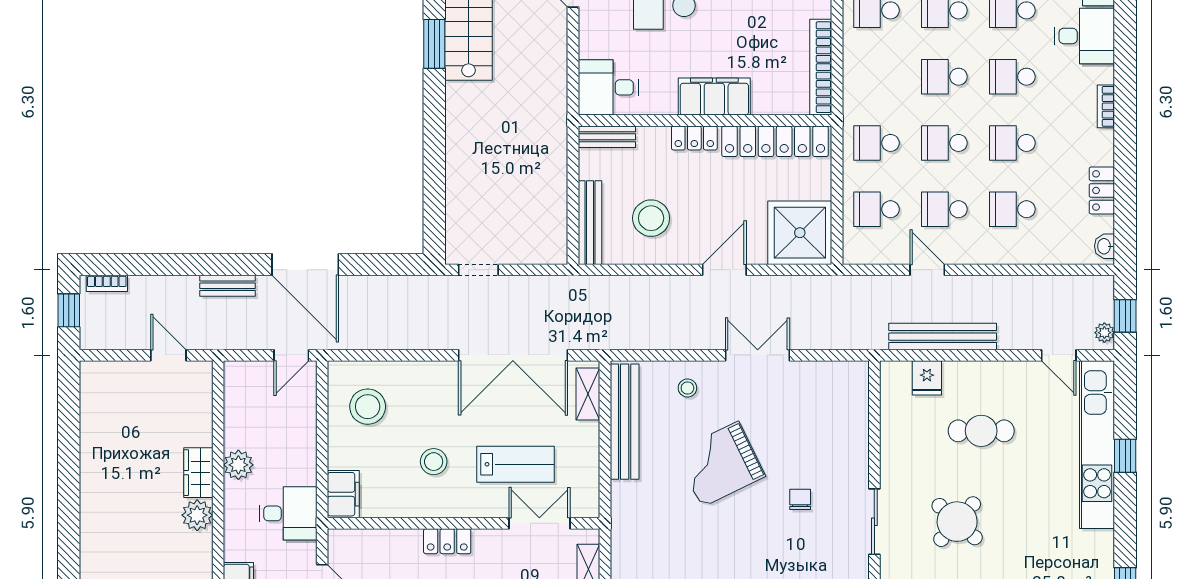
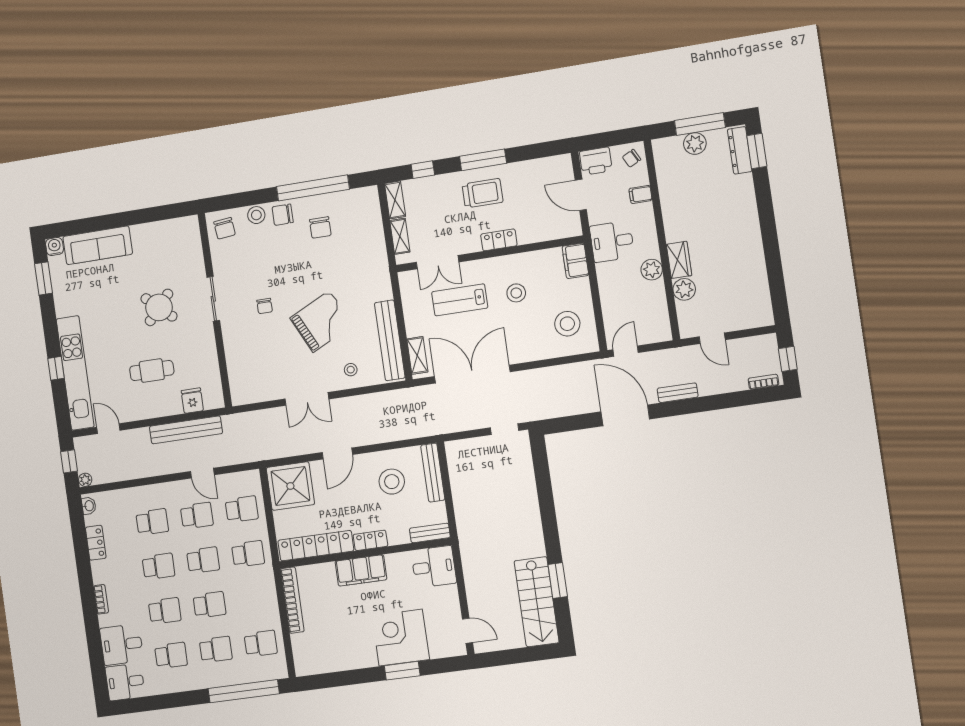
plant: (1104, 333) -> (85, 480), moved
plant: (197, 515) -> (684, 289), moved

